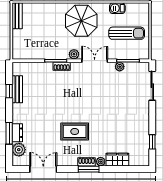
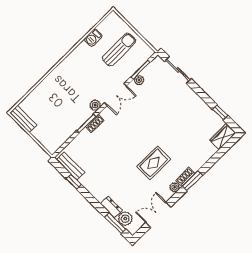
parasol: (81, 21) -> (75, 74), removed
double door: (95, 61) -> (116, 94), swing flipped
bench: (17, 89) -> (70, 166), moved
window: (9, 133) -> (115, 223), moved
wardrobe: (117, 160) -> (223, 136), moved
plant: (101, 162) -> (175, 187), moved

